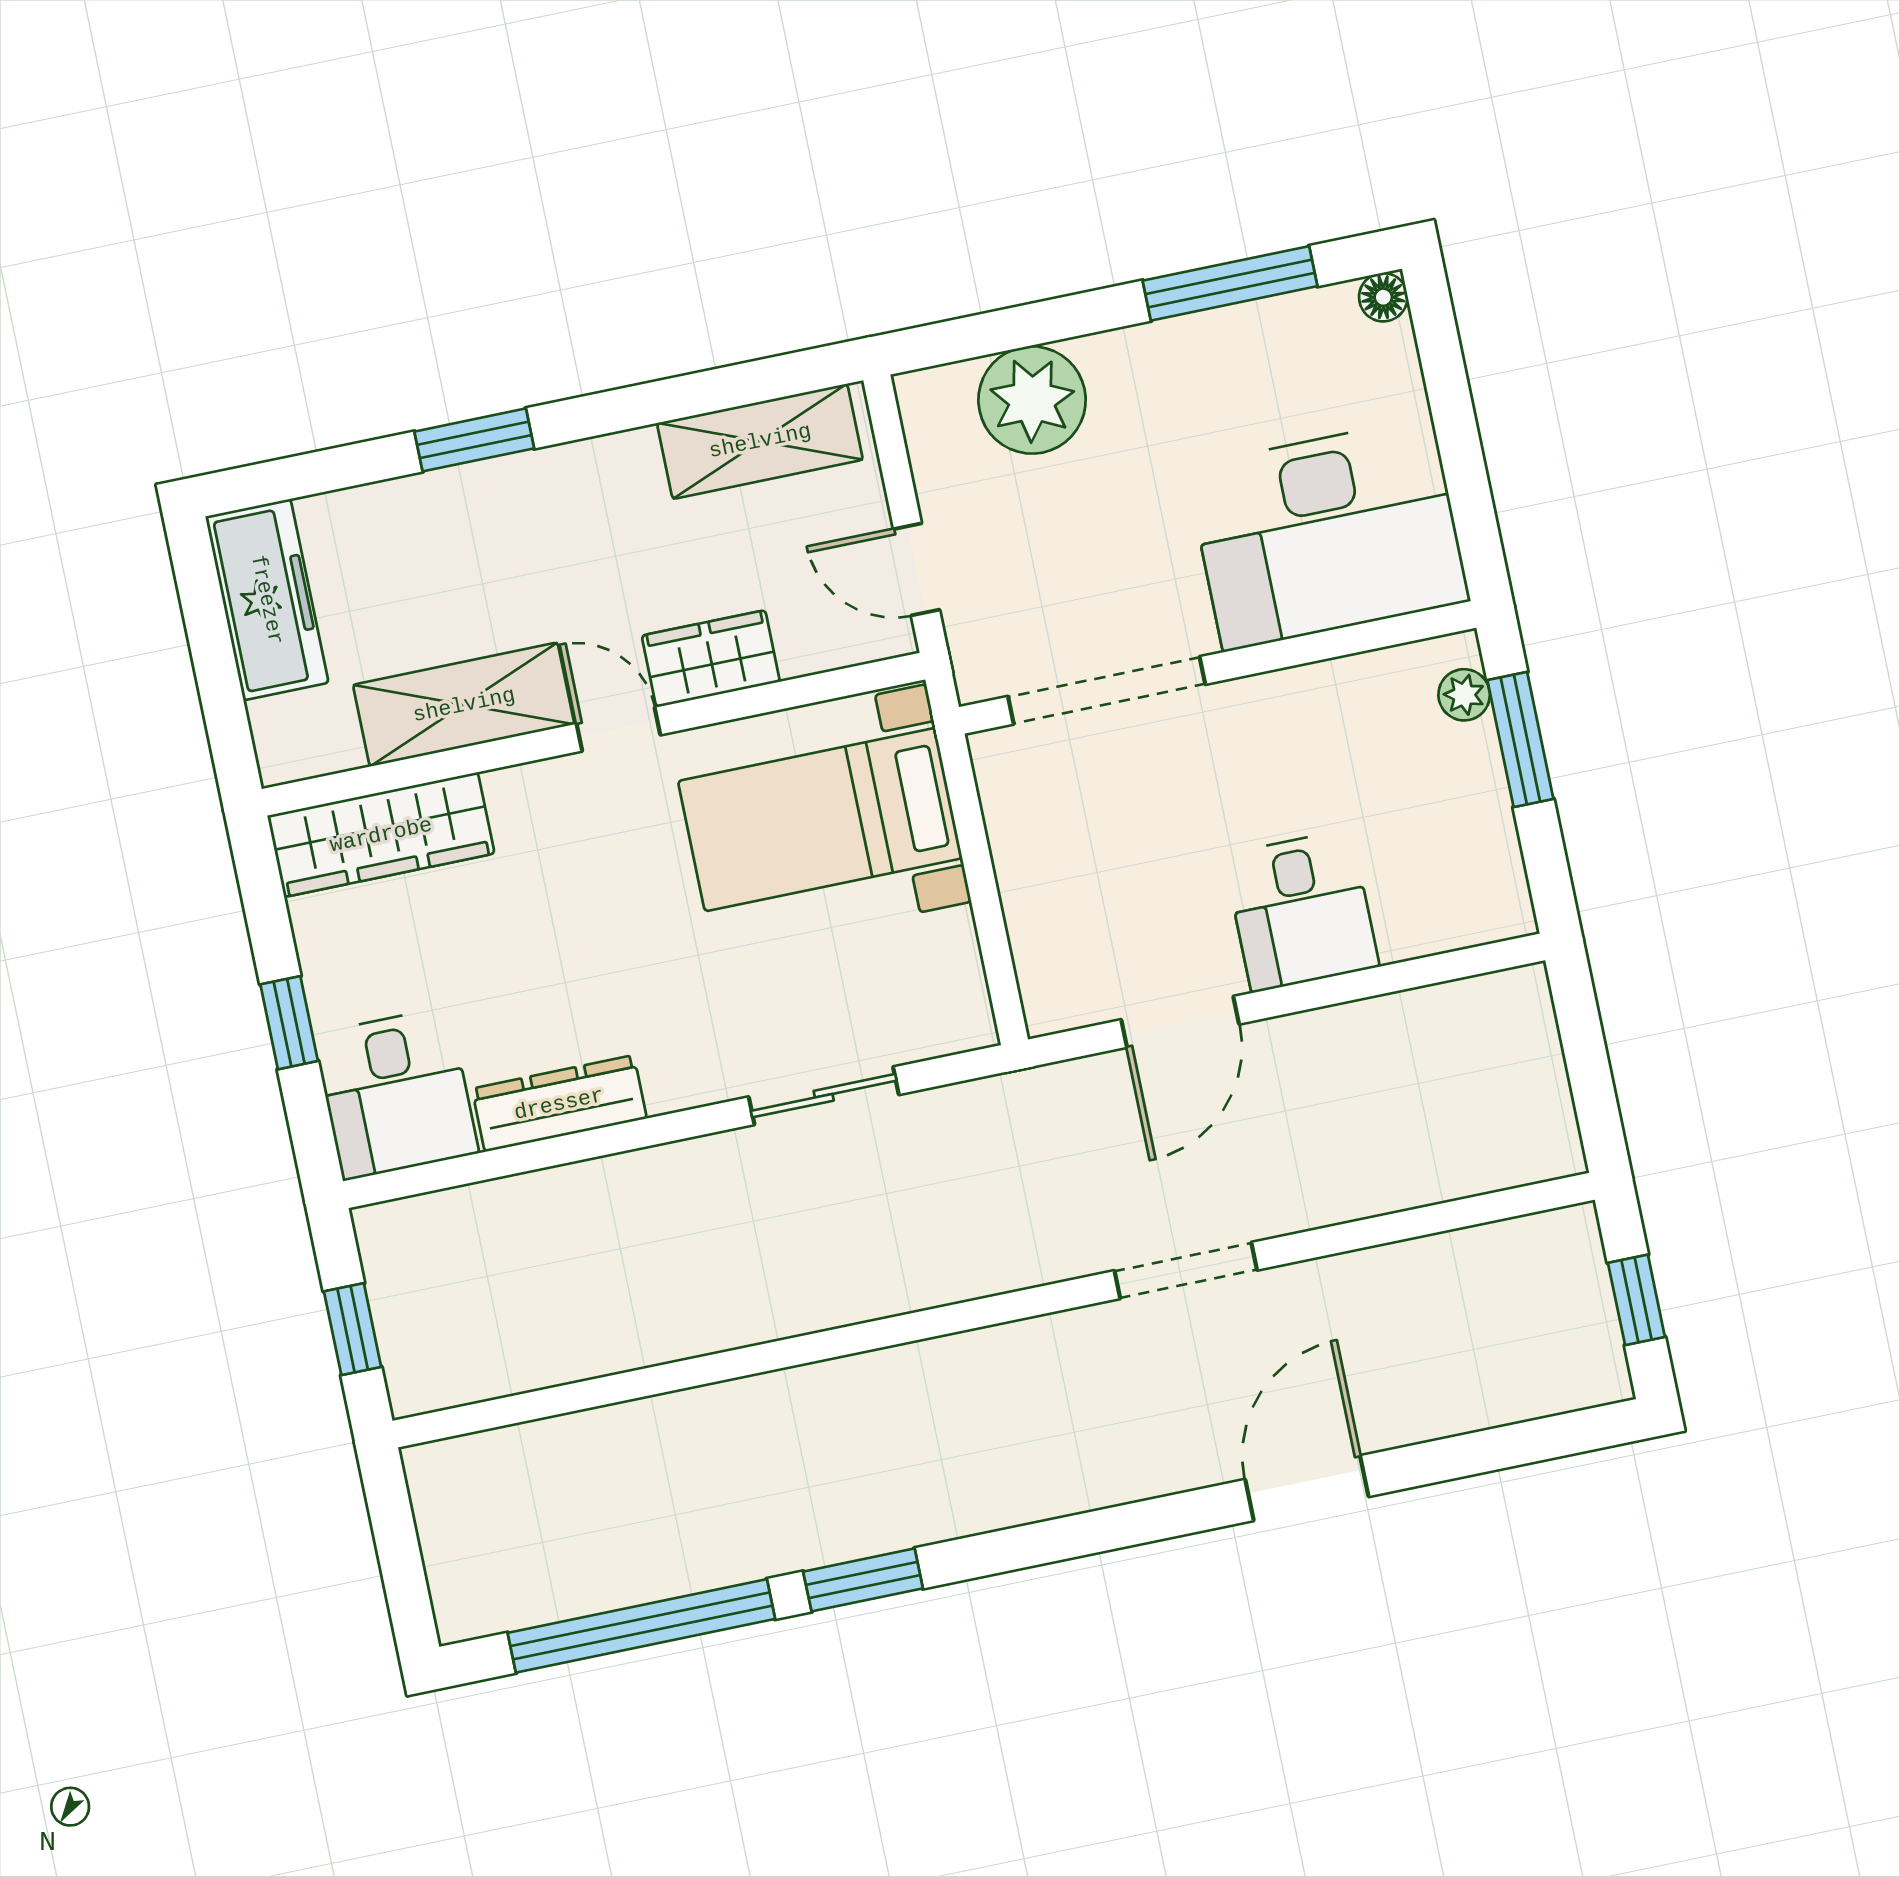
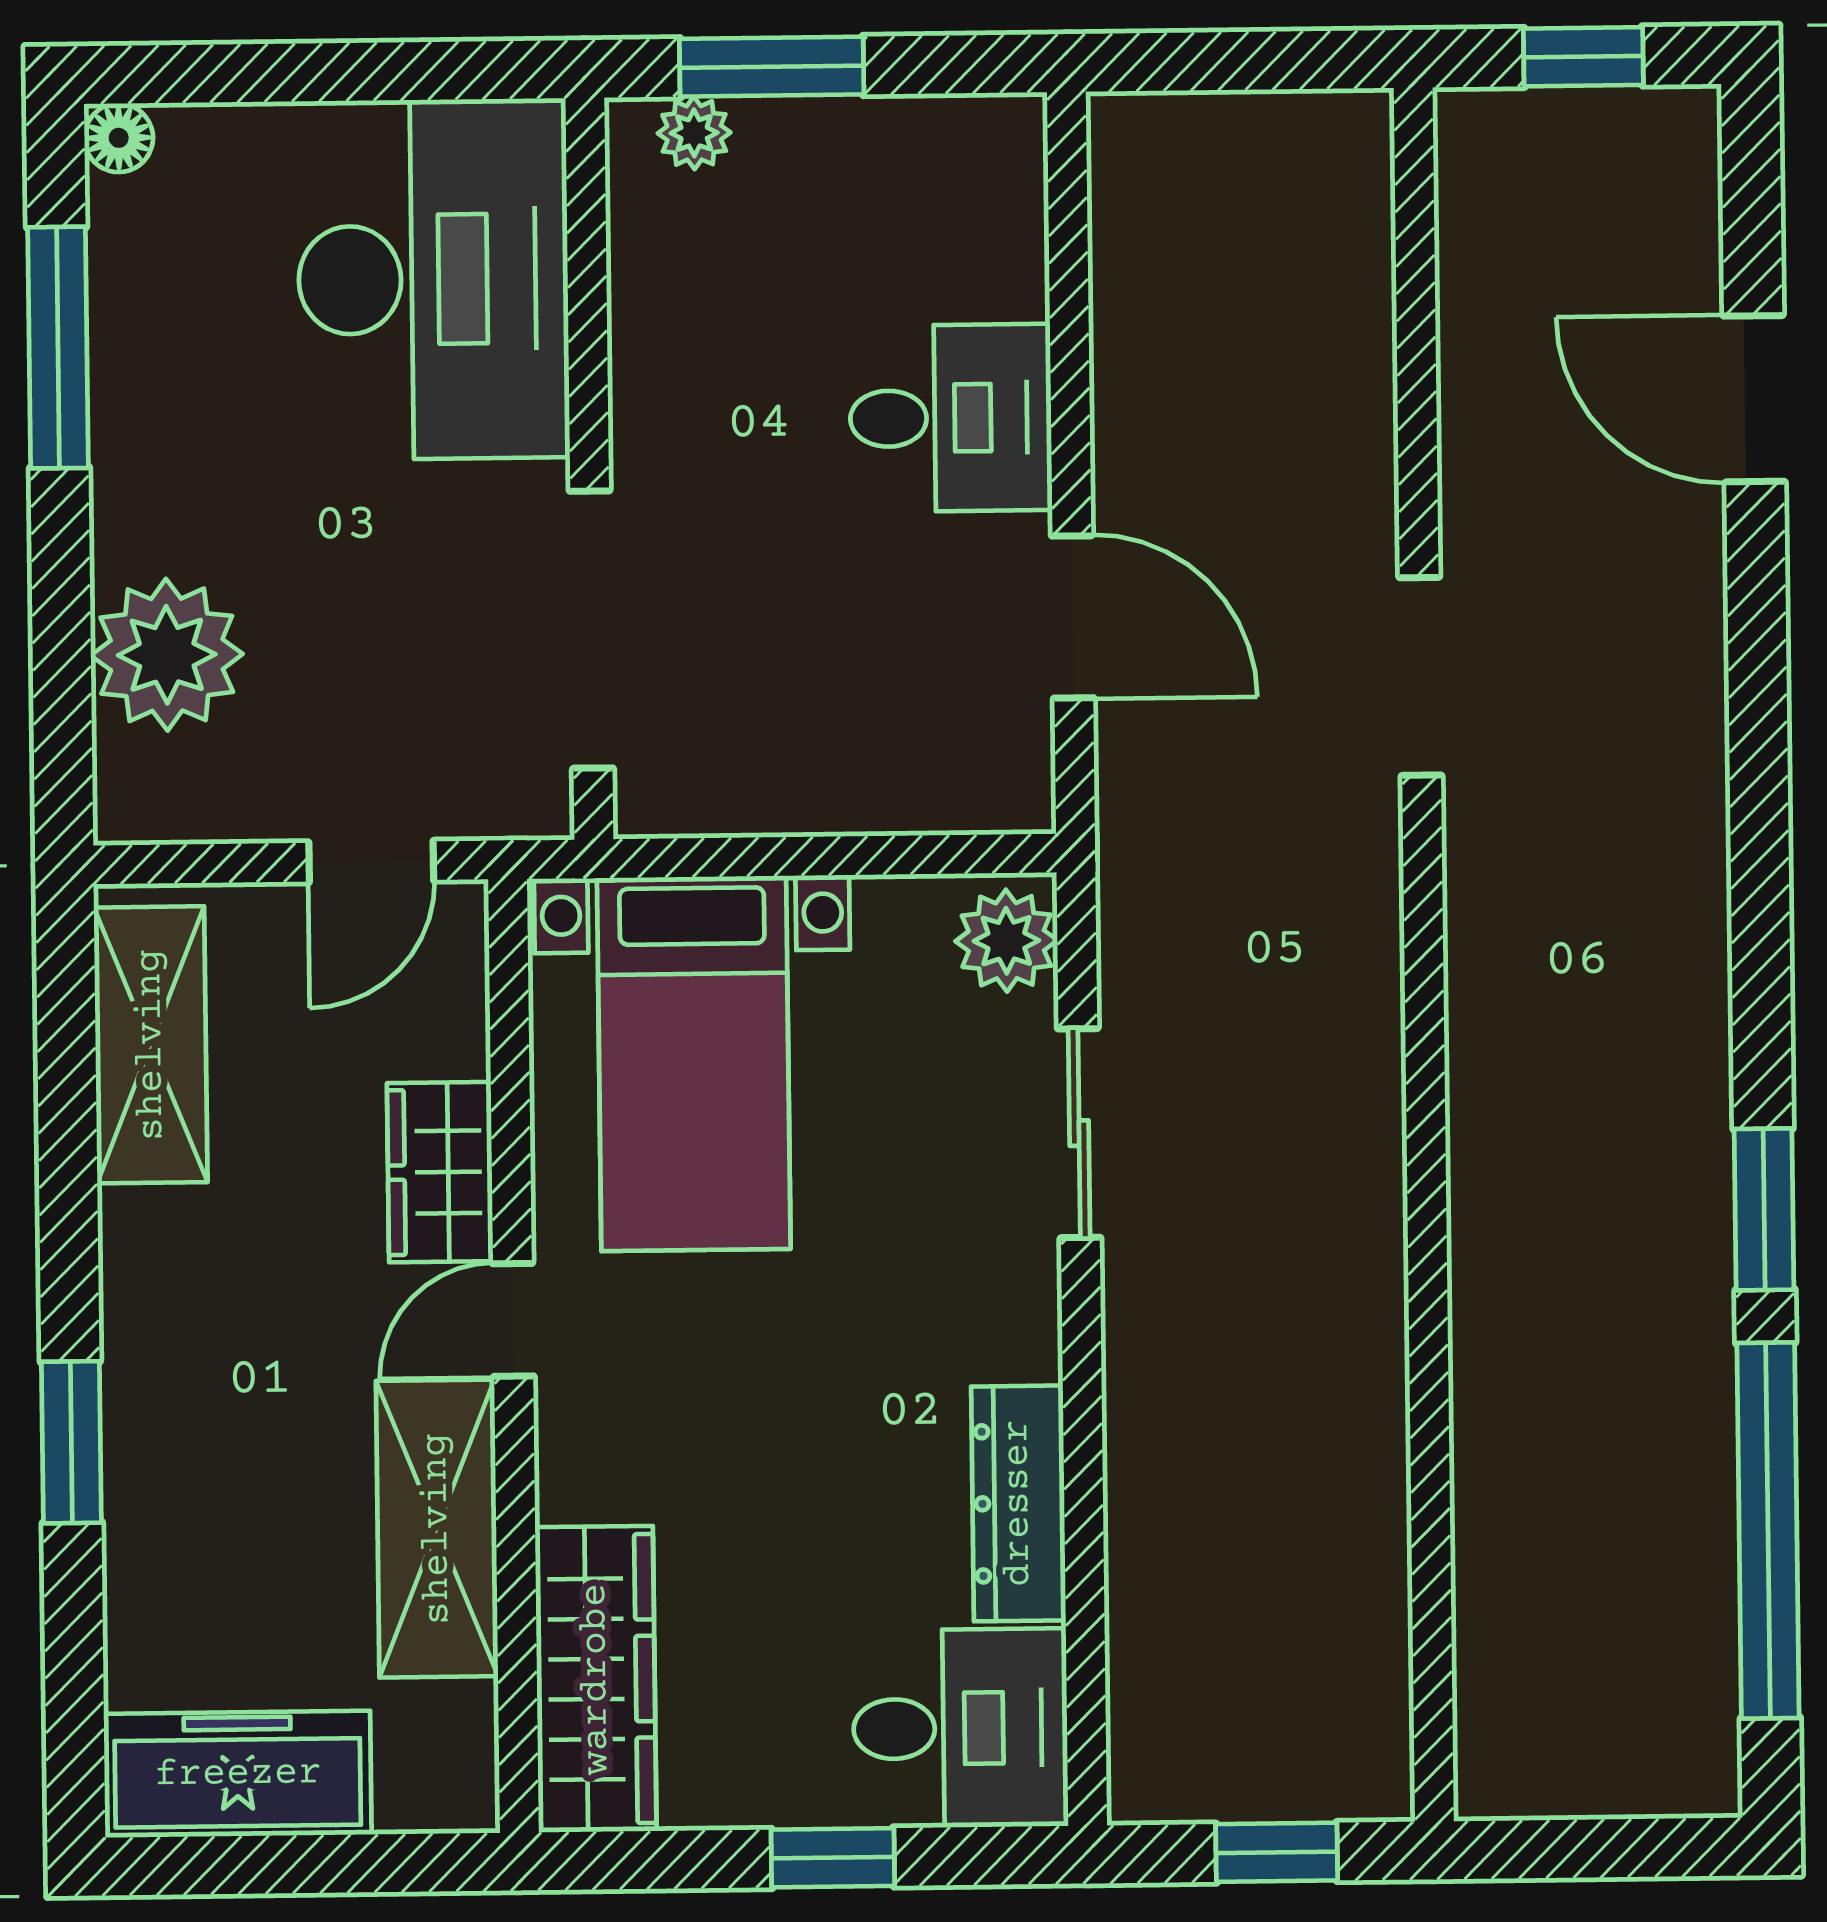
plant: (947, 1020) -> (1006, 941), added
door: (1307, 1488) -> (1754, 399), moved

